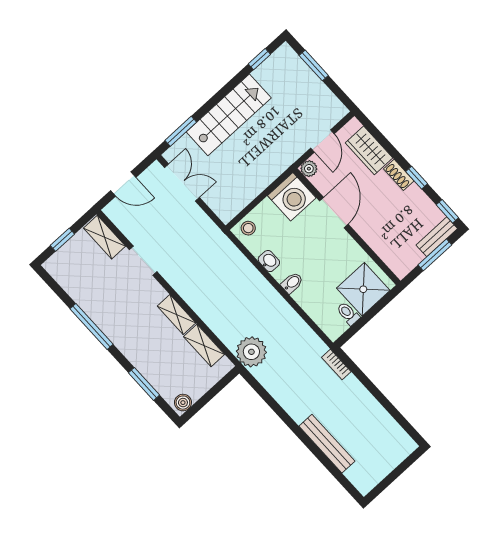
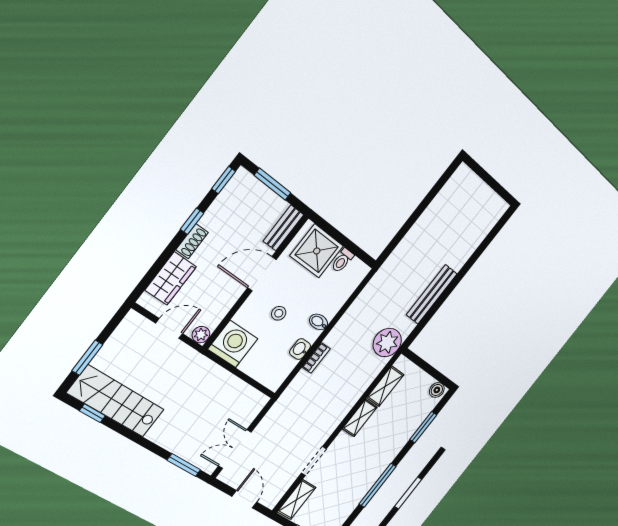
stairs: (229, 115) -> (116, 401), moved
door: (334, 213) -> (262, 274), moved
stool: (248, 228) -> (279, 313), moved
bench: (437, 237) -> (283, 228), moved, turned 90
bookcase: (336, 364) -> (316, 358), moved
bench: (327, 444) -> (432, 294), moved

